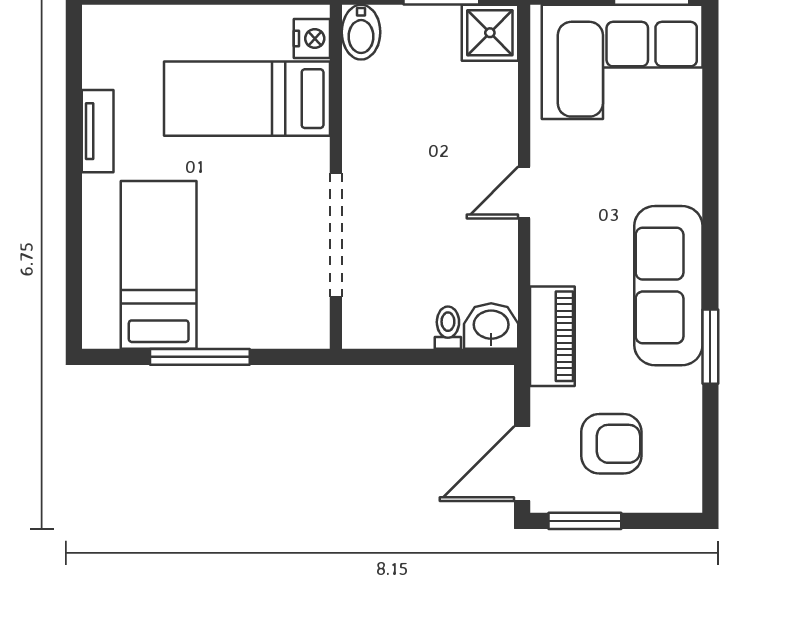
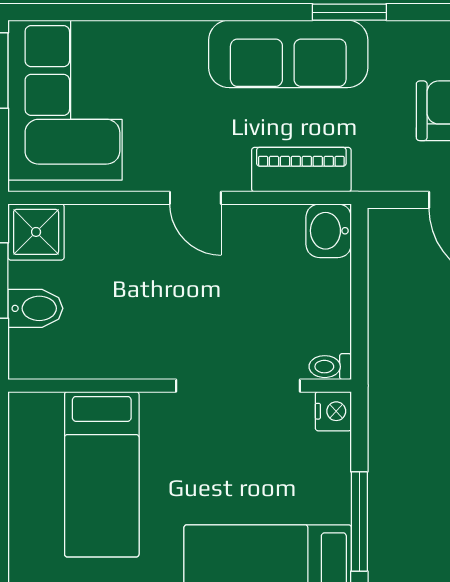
bidet: (361, 32) -> (35, 308), moved
nightstand: (312, 38) -> (333, 411), moved, turned 90
toilet: (448, 328) -> (330, 367), moved
piano: (552, 336) -> (301, 170), moved

